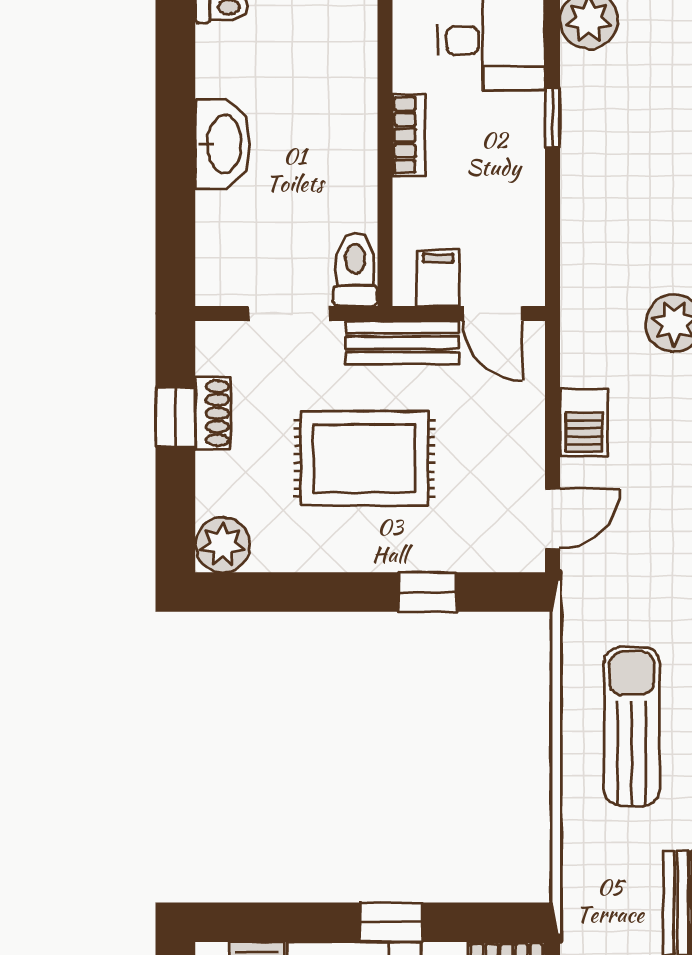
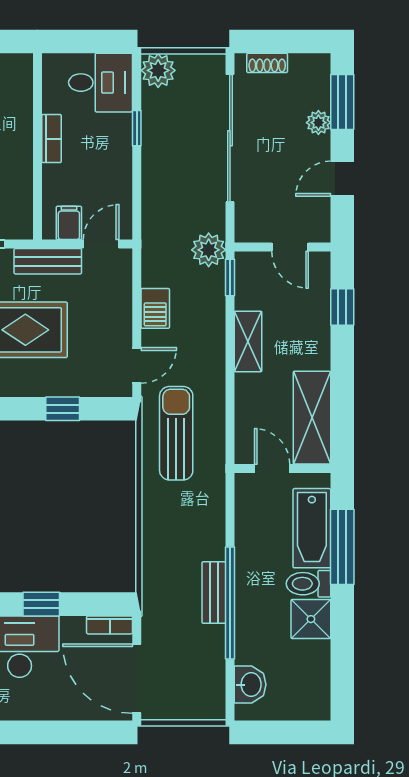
toilet: (355, 269) -> (20, 218), removed
door: (492, 313) -> (101, 244), swing flipped
sun lounger: (632, 726) -> (176, 433), moved

